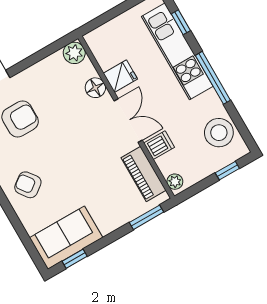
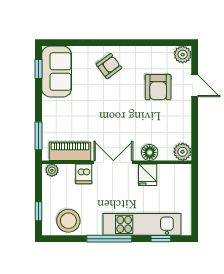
double door: (128, 121) -> (113, 162), swing flipped

